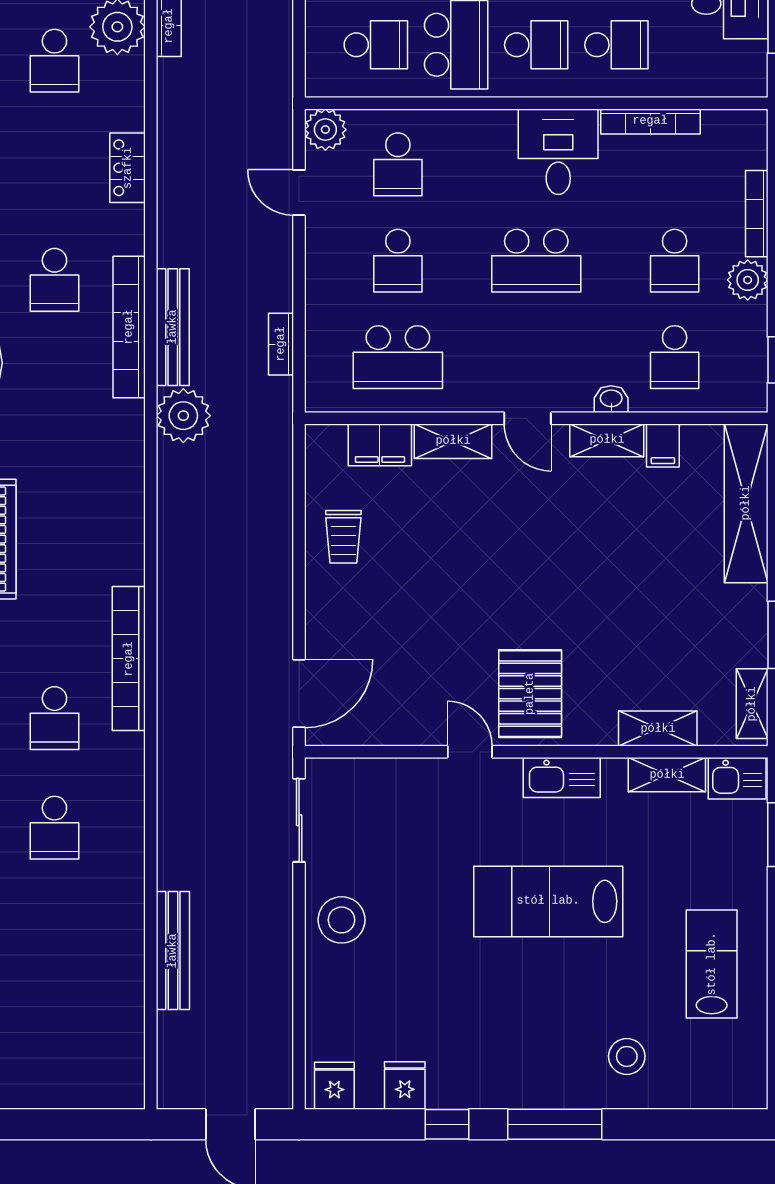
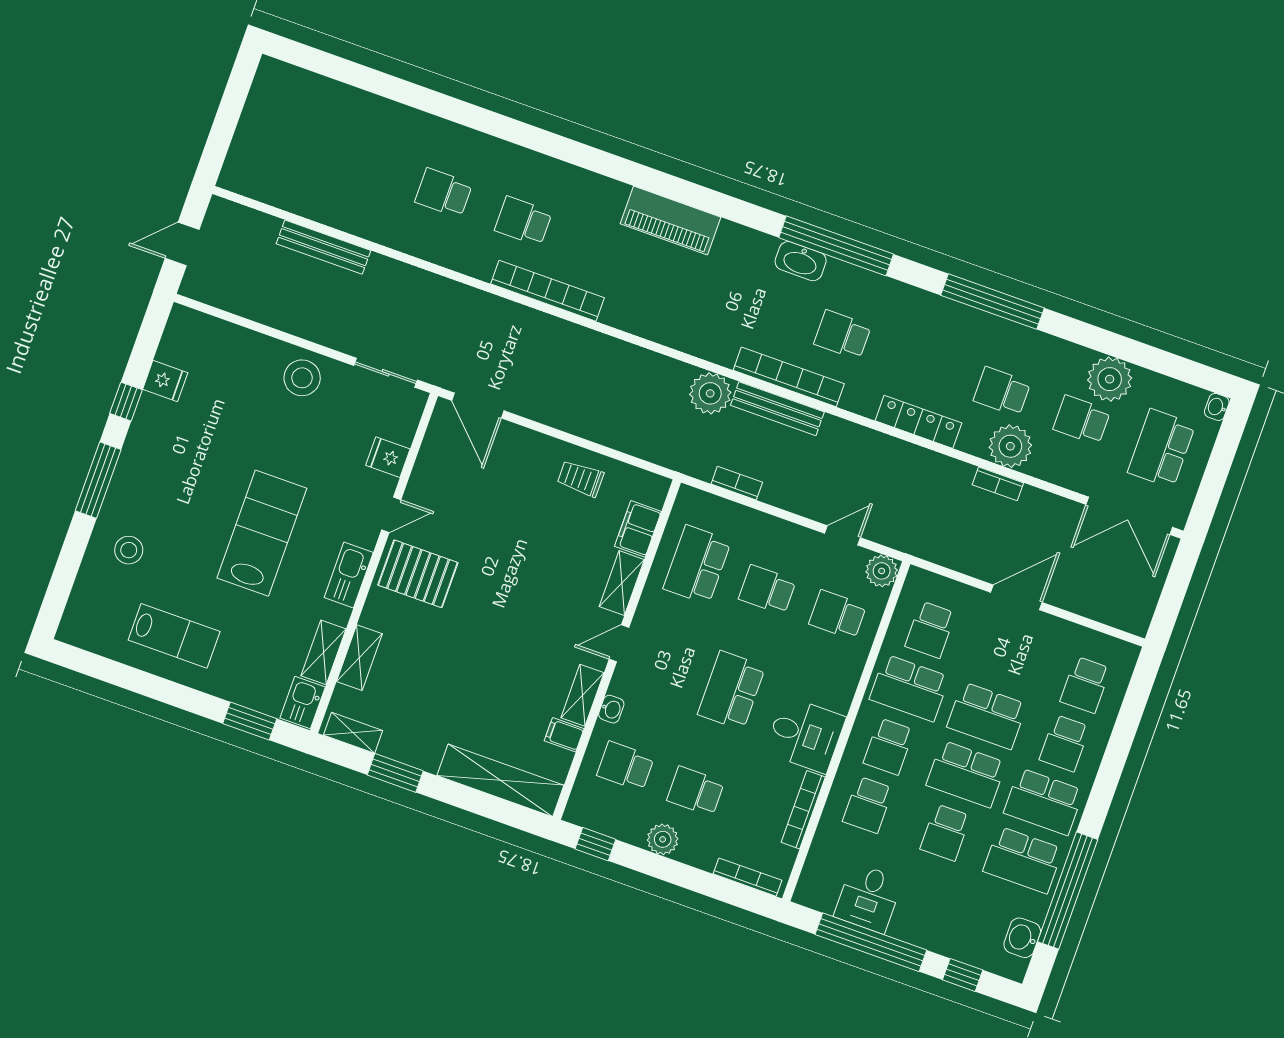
locker: (128, 168) -> (918, 422), width x1.53
bookcase: (757, 214) -> (747, 877), moved
fridge: (334, 1086) -> (388, 457), moved, turned 180

